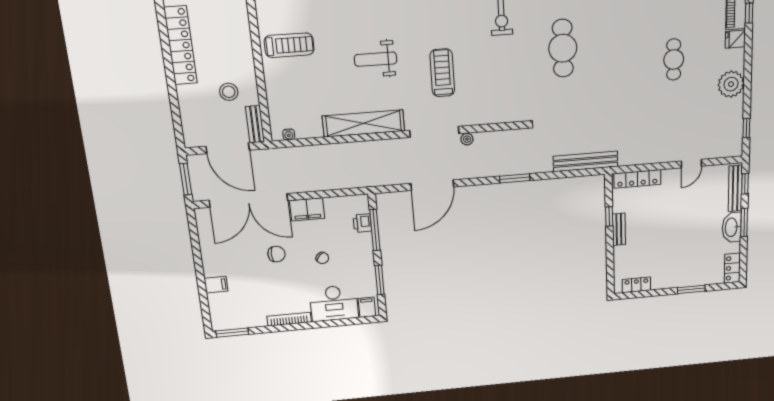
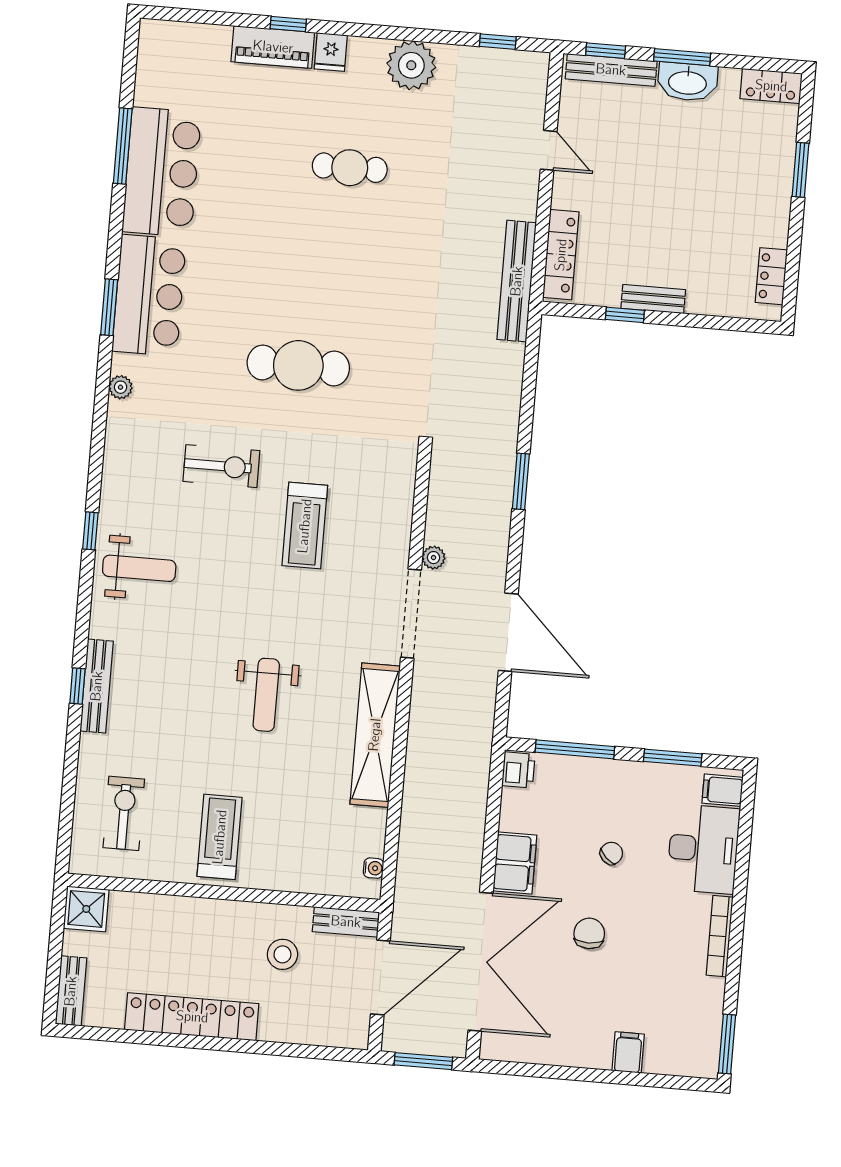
treadmill: (442, 73) -> (305, 526), moved, turned -90
bench: (585, 161) -> (517, 281), moved
printer: (362, 223) -> (518, 770), moved, turned -90

